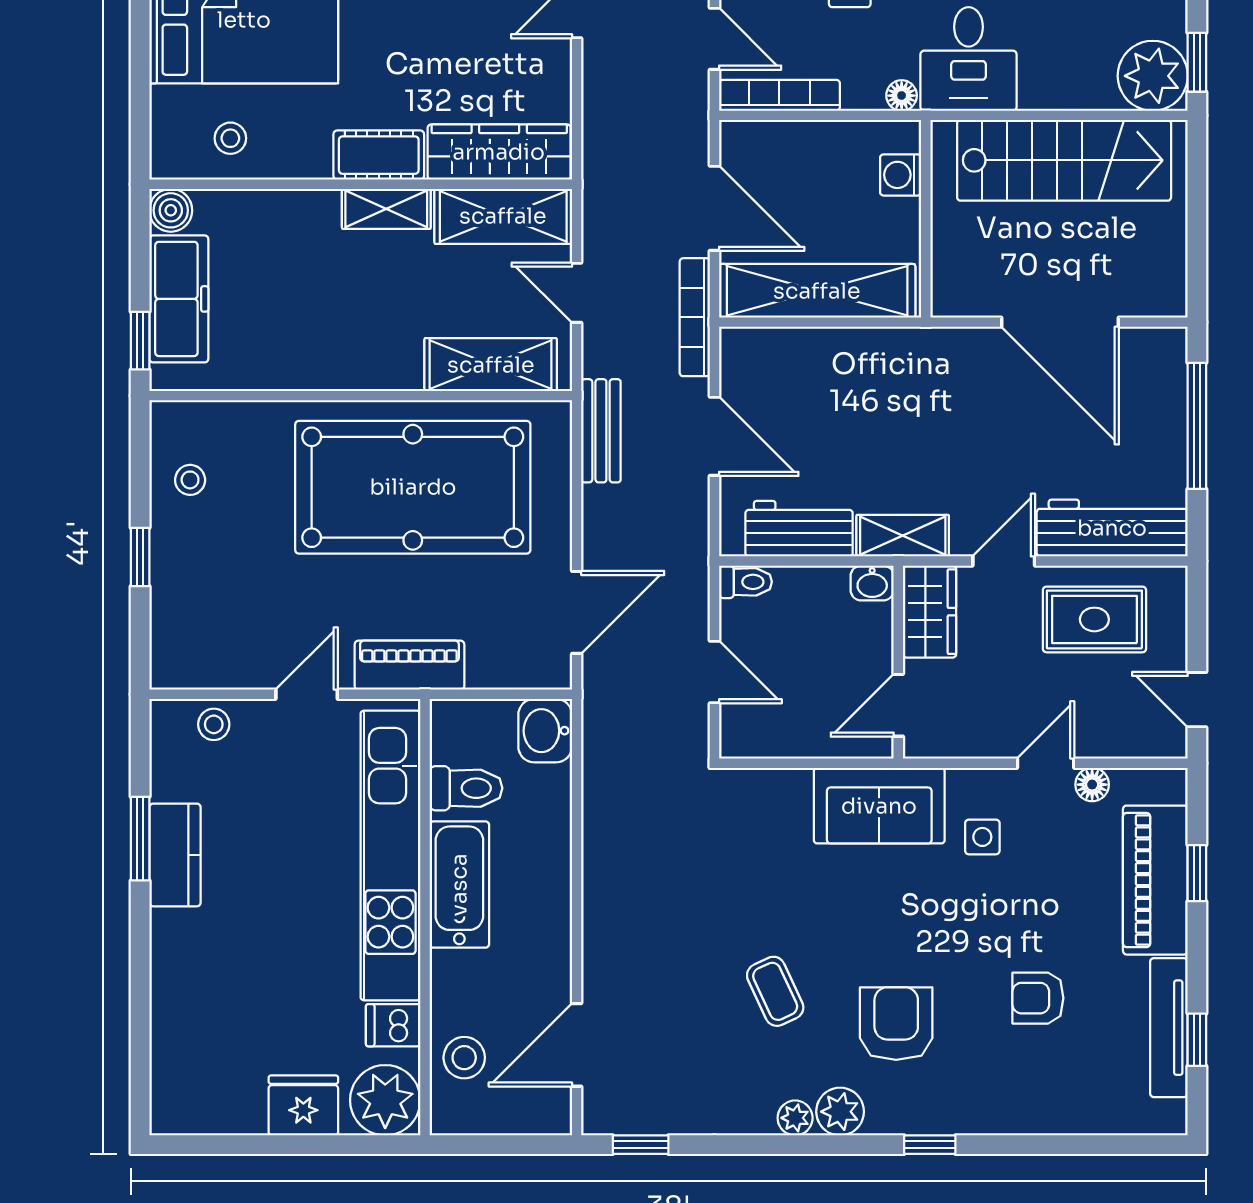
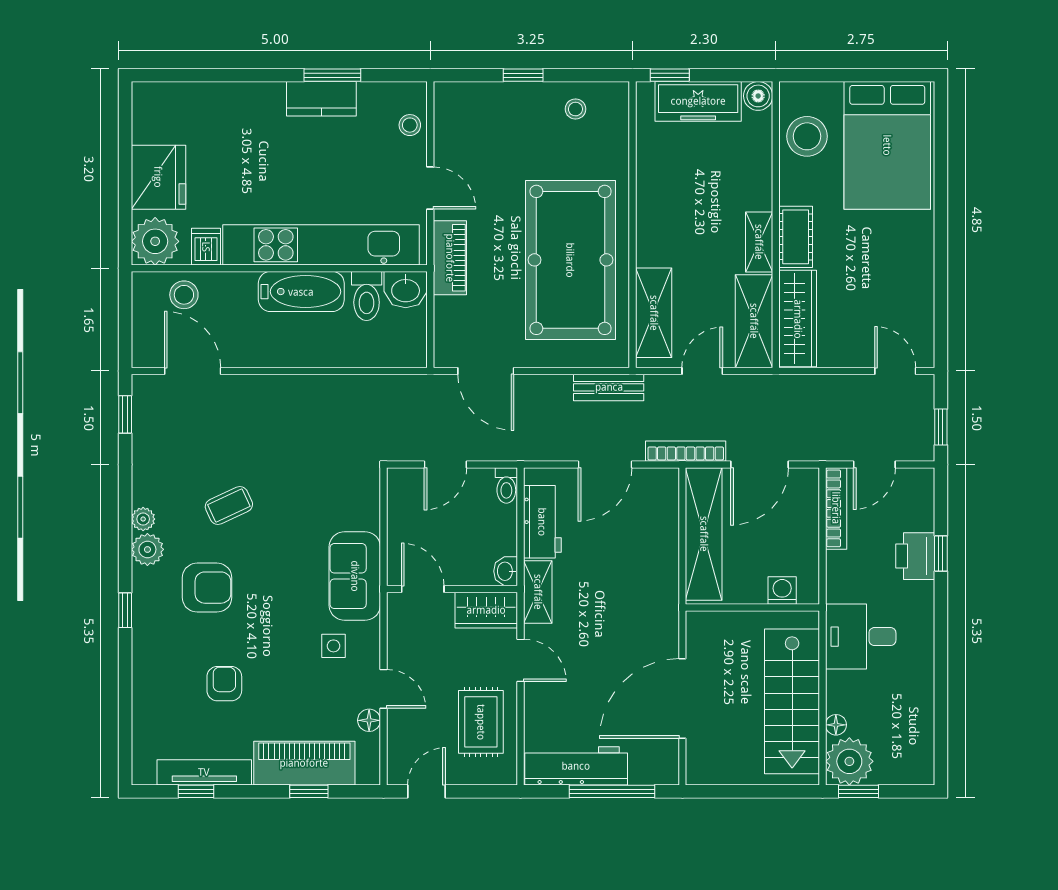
floor lamp: (902, 96) -> (836, 725), moved
stool: (230, 138) -> (807, 136), width x1.89, depth x1.89
workbench: (1112, 528) -> (576, 766), moved, turned -90
washbasin: (545, 731) -> (406, 290), moved, turned 180
fridge: (303, 1105) -> (158, 177), width x1.36, depth x1.34

